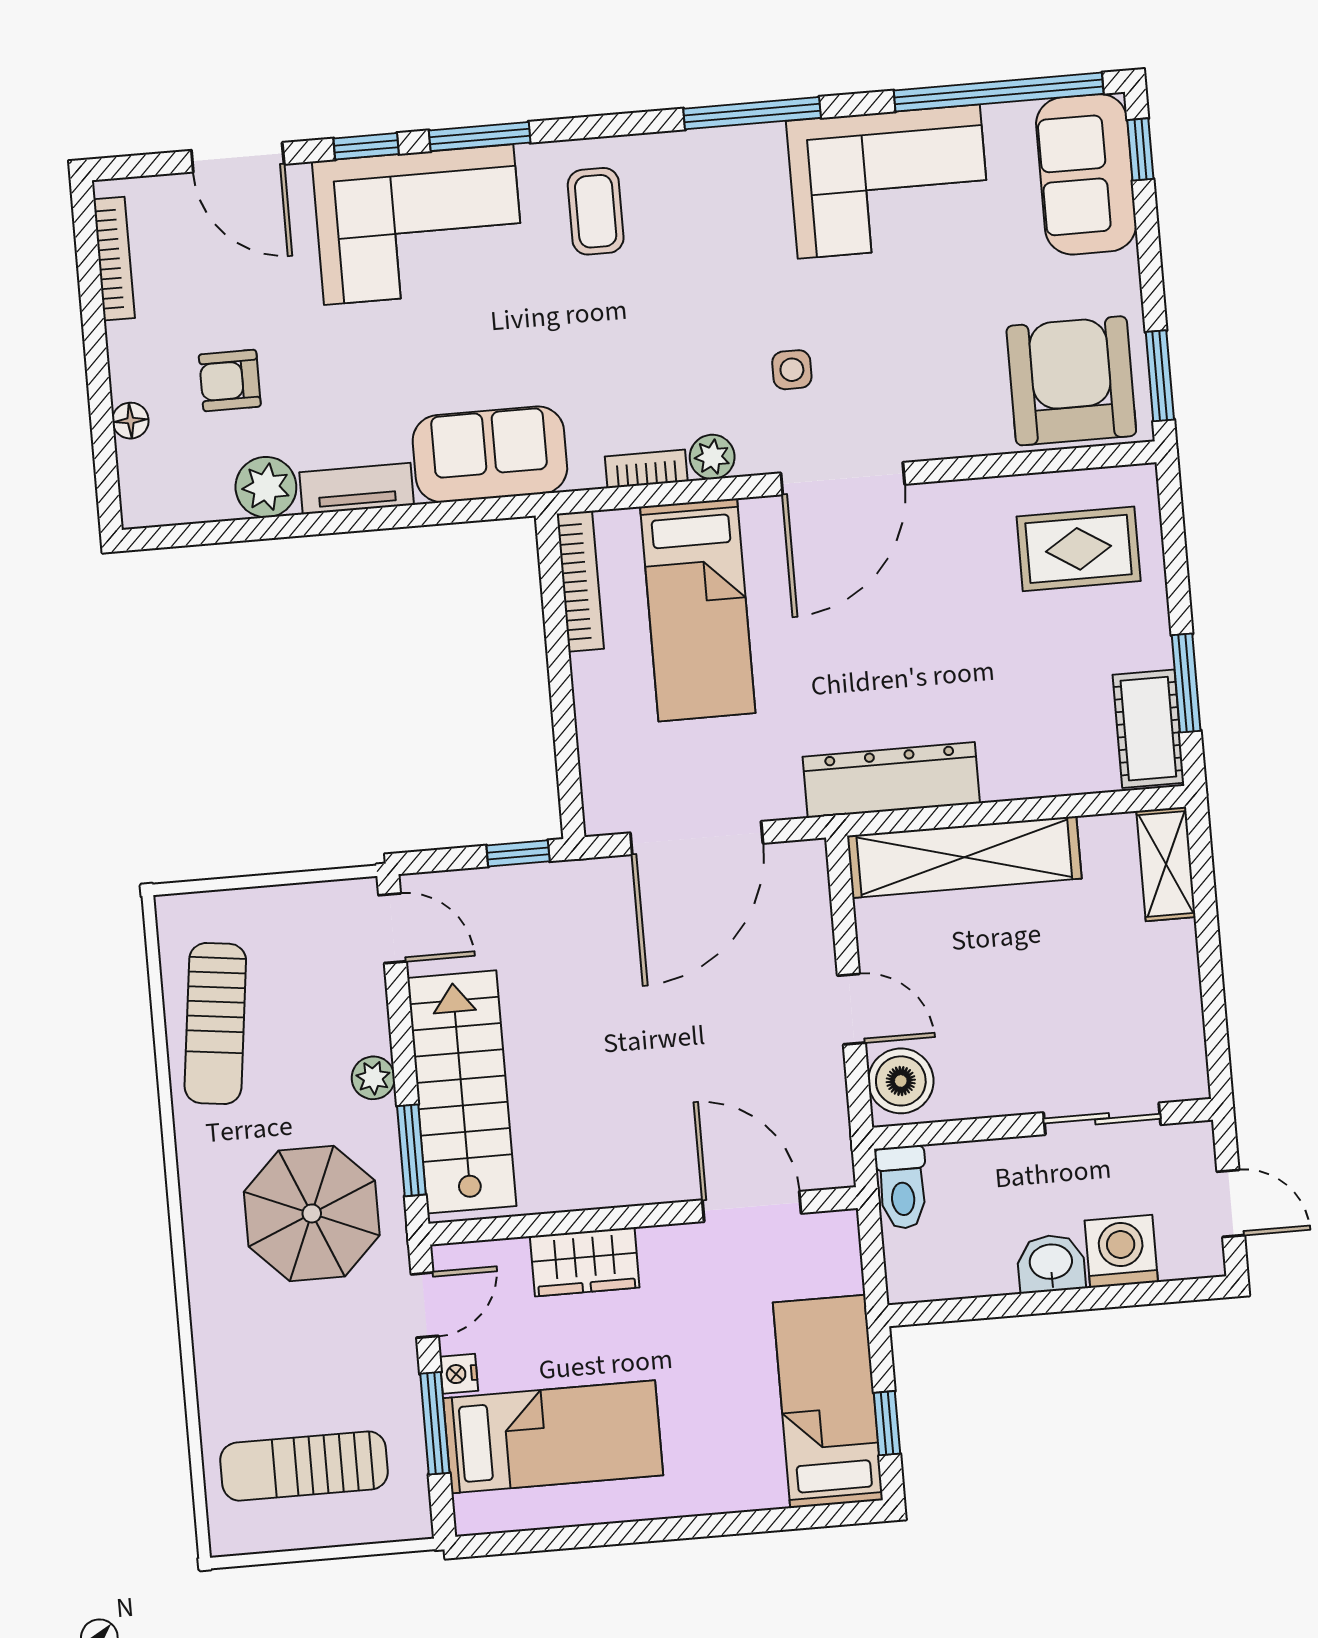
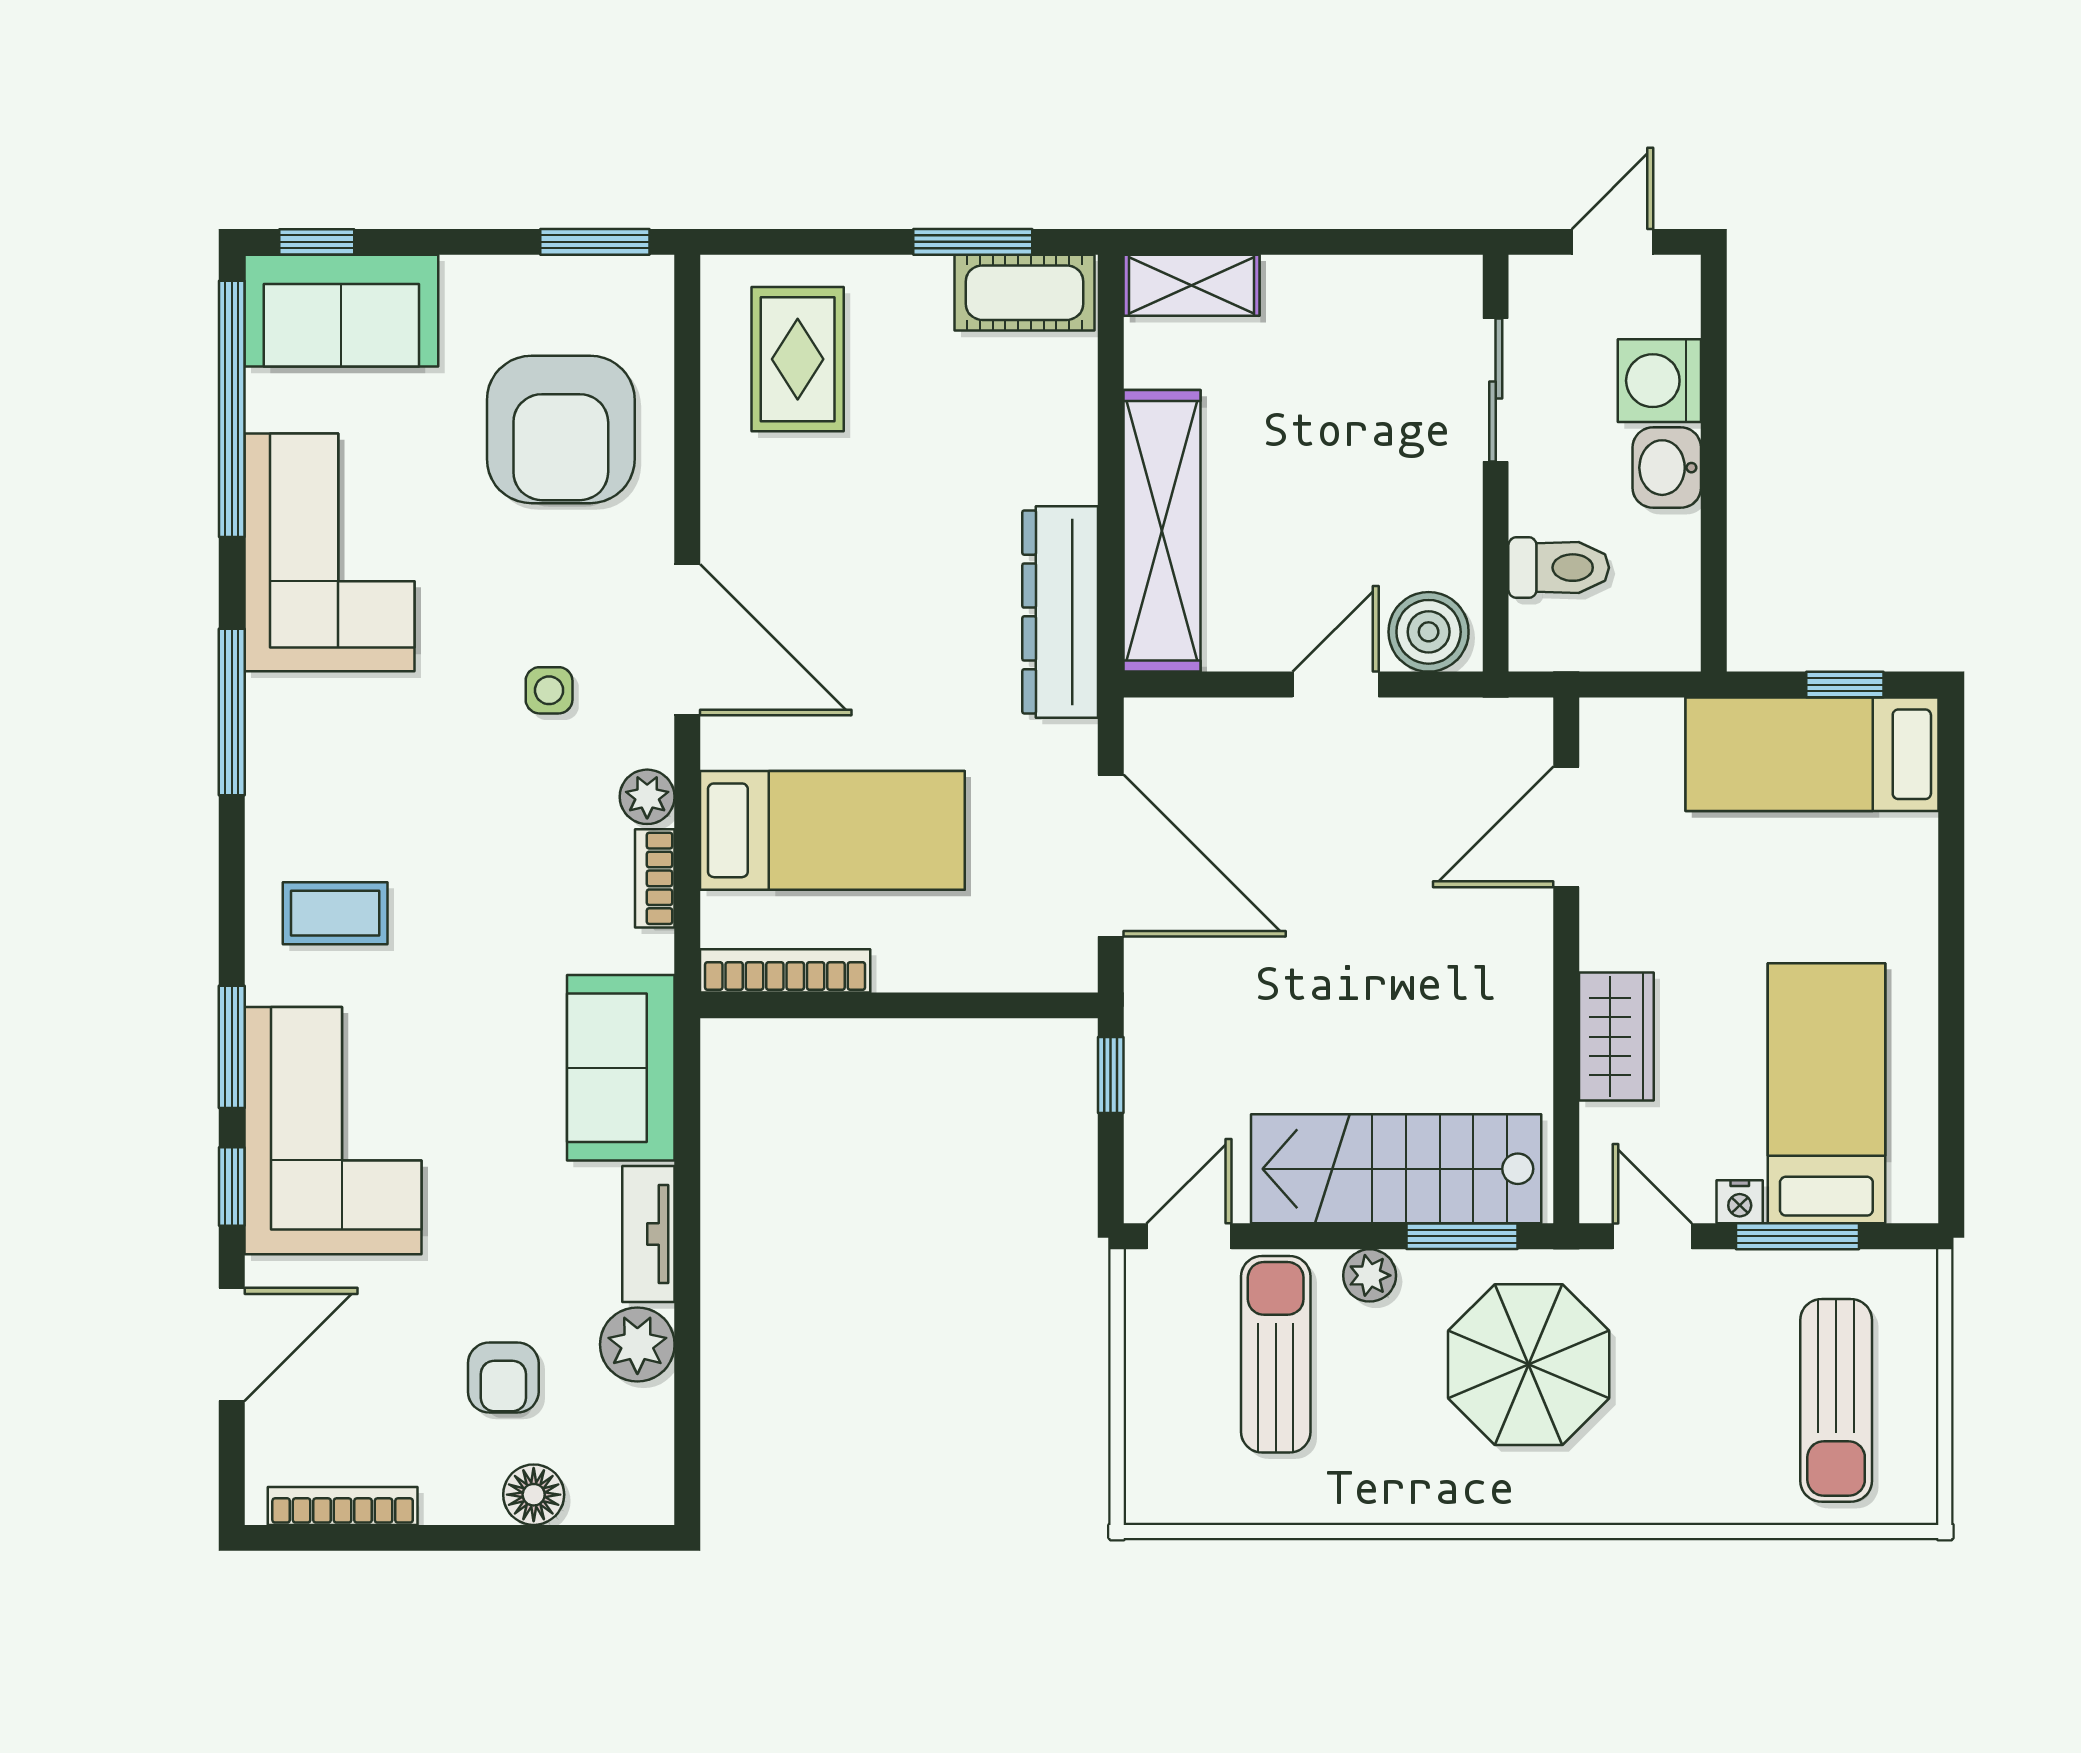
armchair: (1071, 381) -> (561, 429), moved, turned -90
floor lamp: (130, 421) -> (534, 1495), width x1.37, depth x1.37
sun lounger: (215, 1023) -> (1276, 1354), moved, turned -97
toilet: (902, 1187) -> (1559, 568), moved

